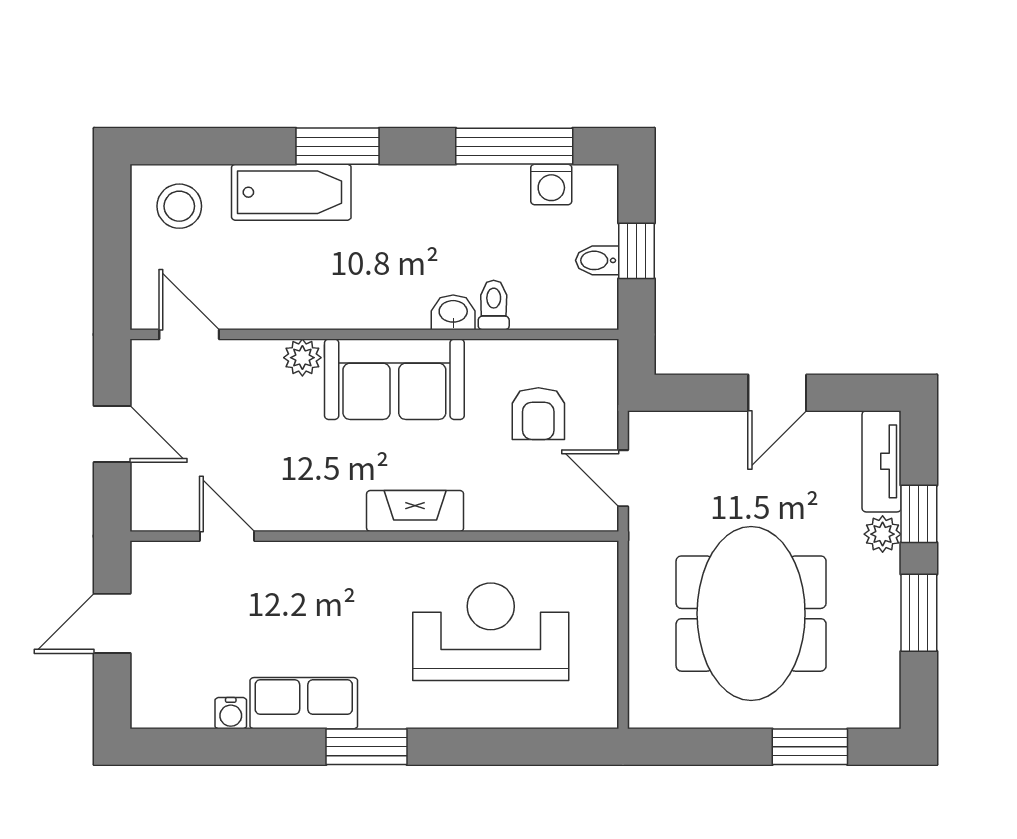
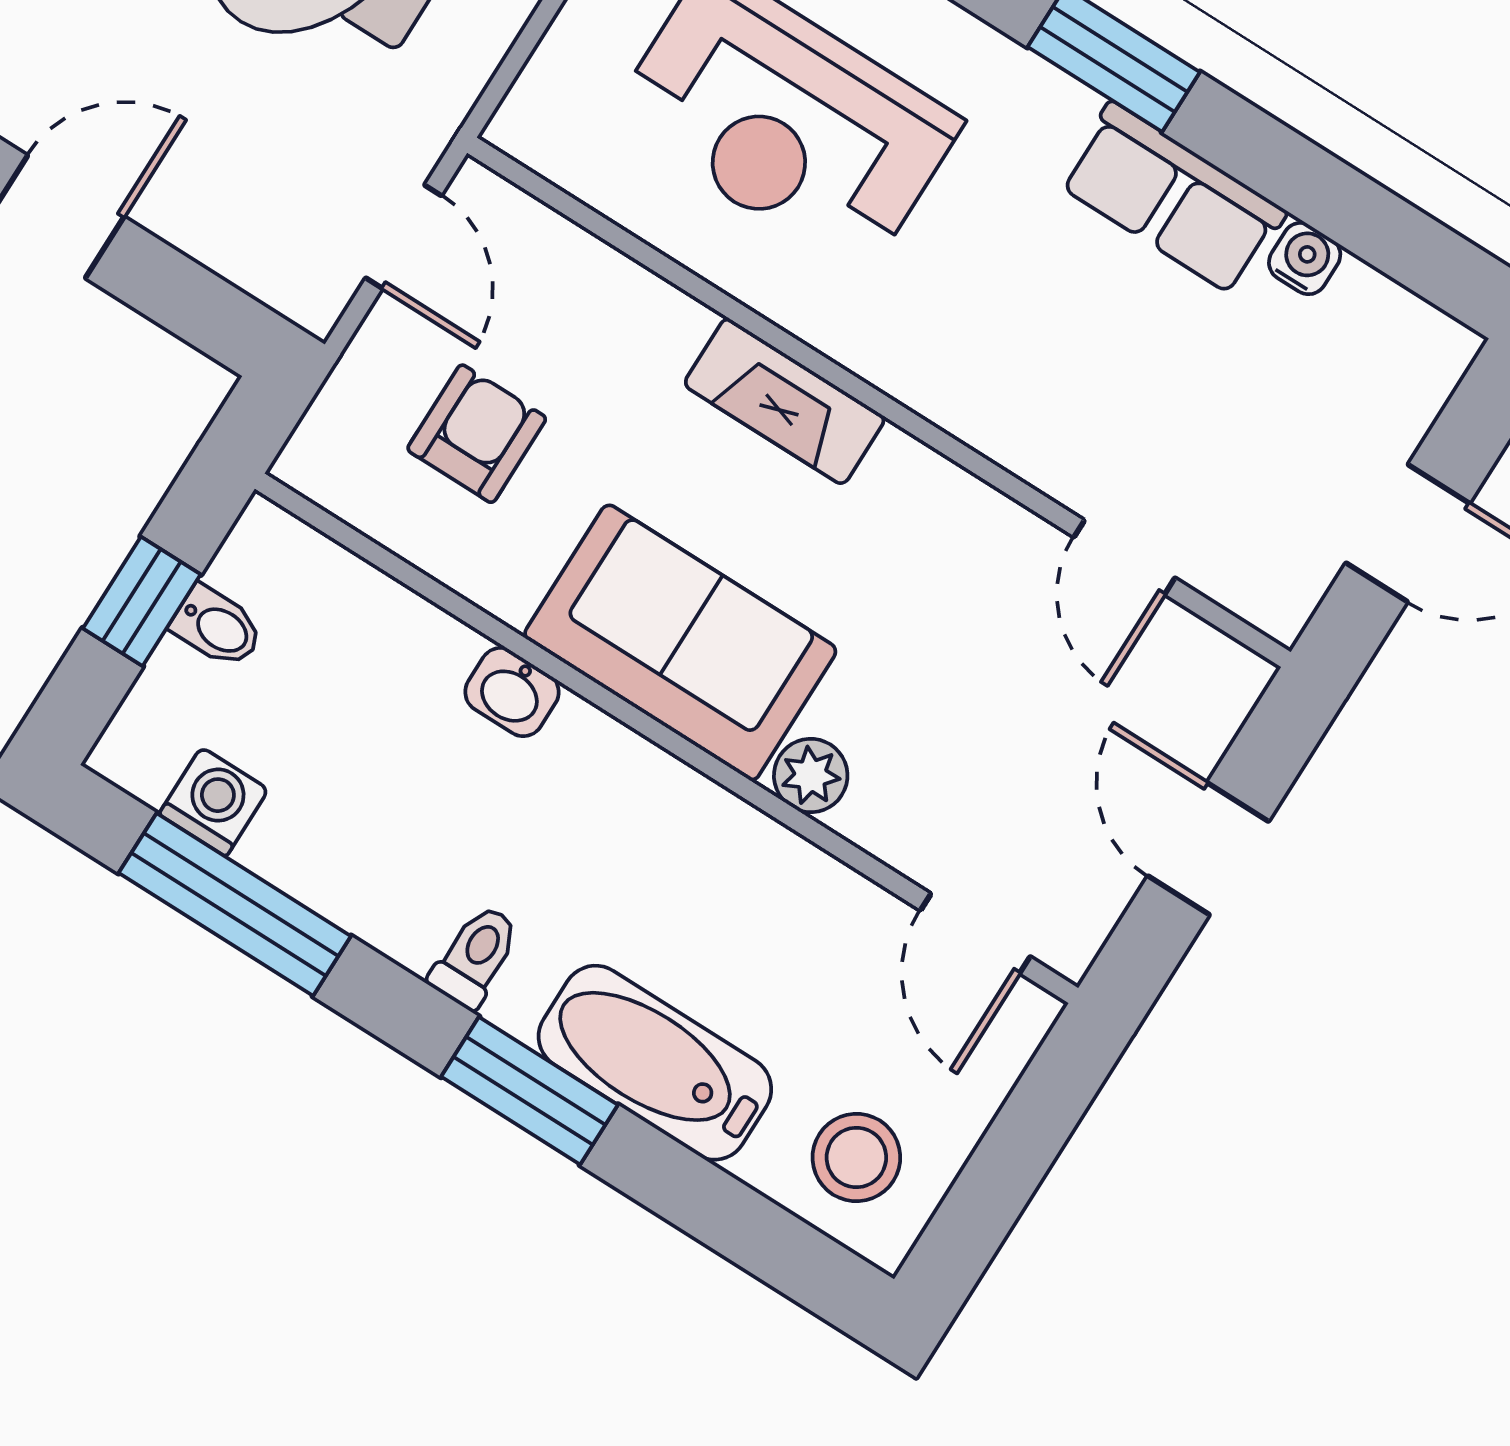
toilet: (494, 305) -> (475, 957), moved, turned 180

